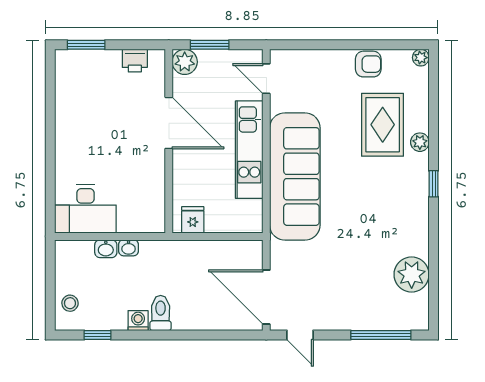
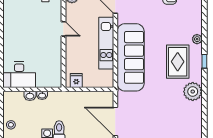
door: (169, 123) -> (63, 29), width x0.53
rug: (383, 125) -> (178, 62), moved
plant: (412, 274) -> (193, 92), moved

